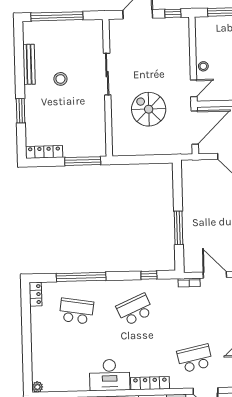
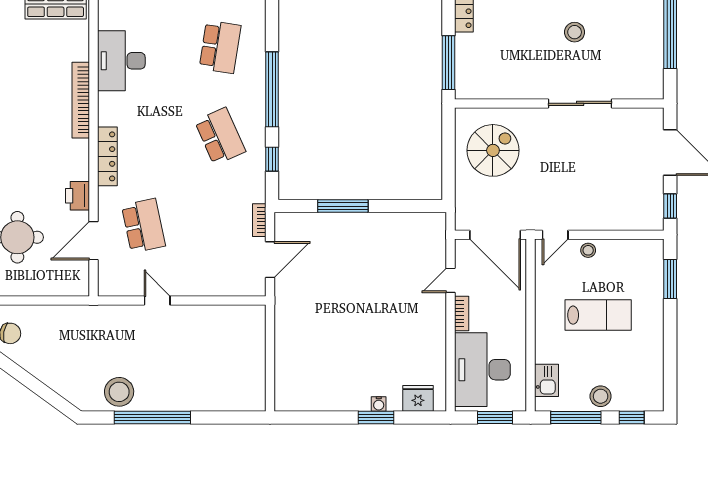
door: (194, 88) -> (555, 235), hinge flipped
spiral stairs: (149, 109) -> (493, 150), moved
window: (81, 277) -> (272, 89), moved
desk: (110, 375) -> (121, 61), moved

